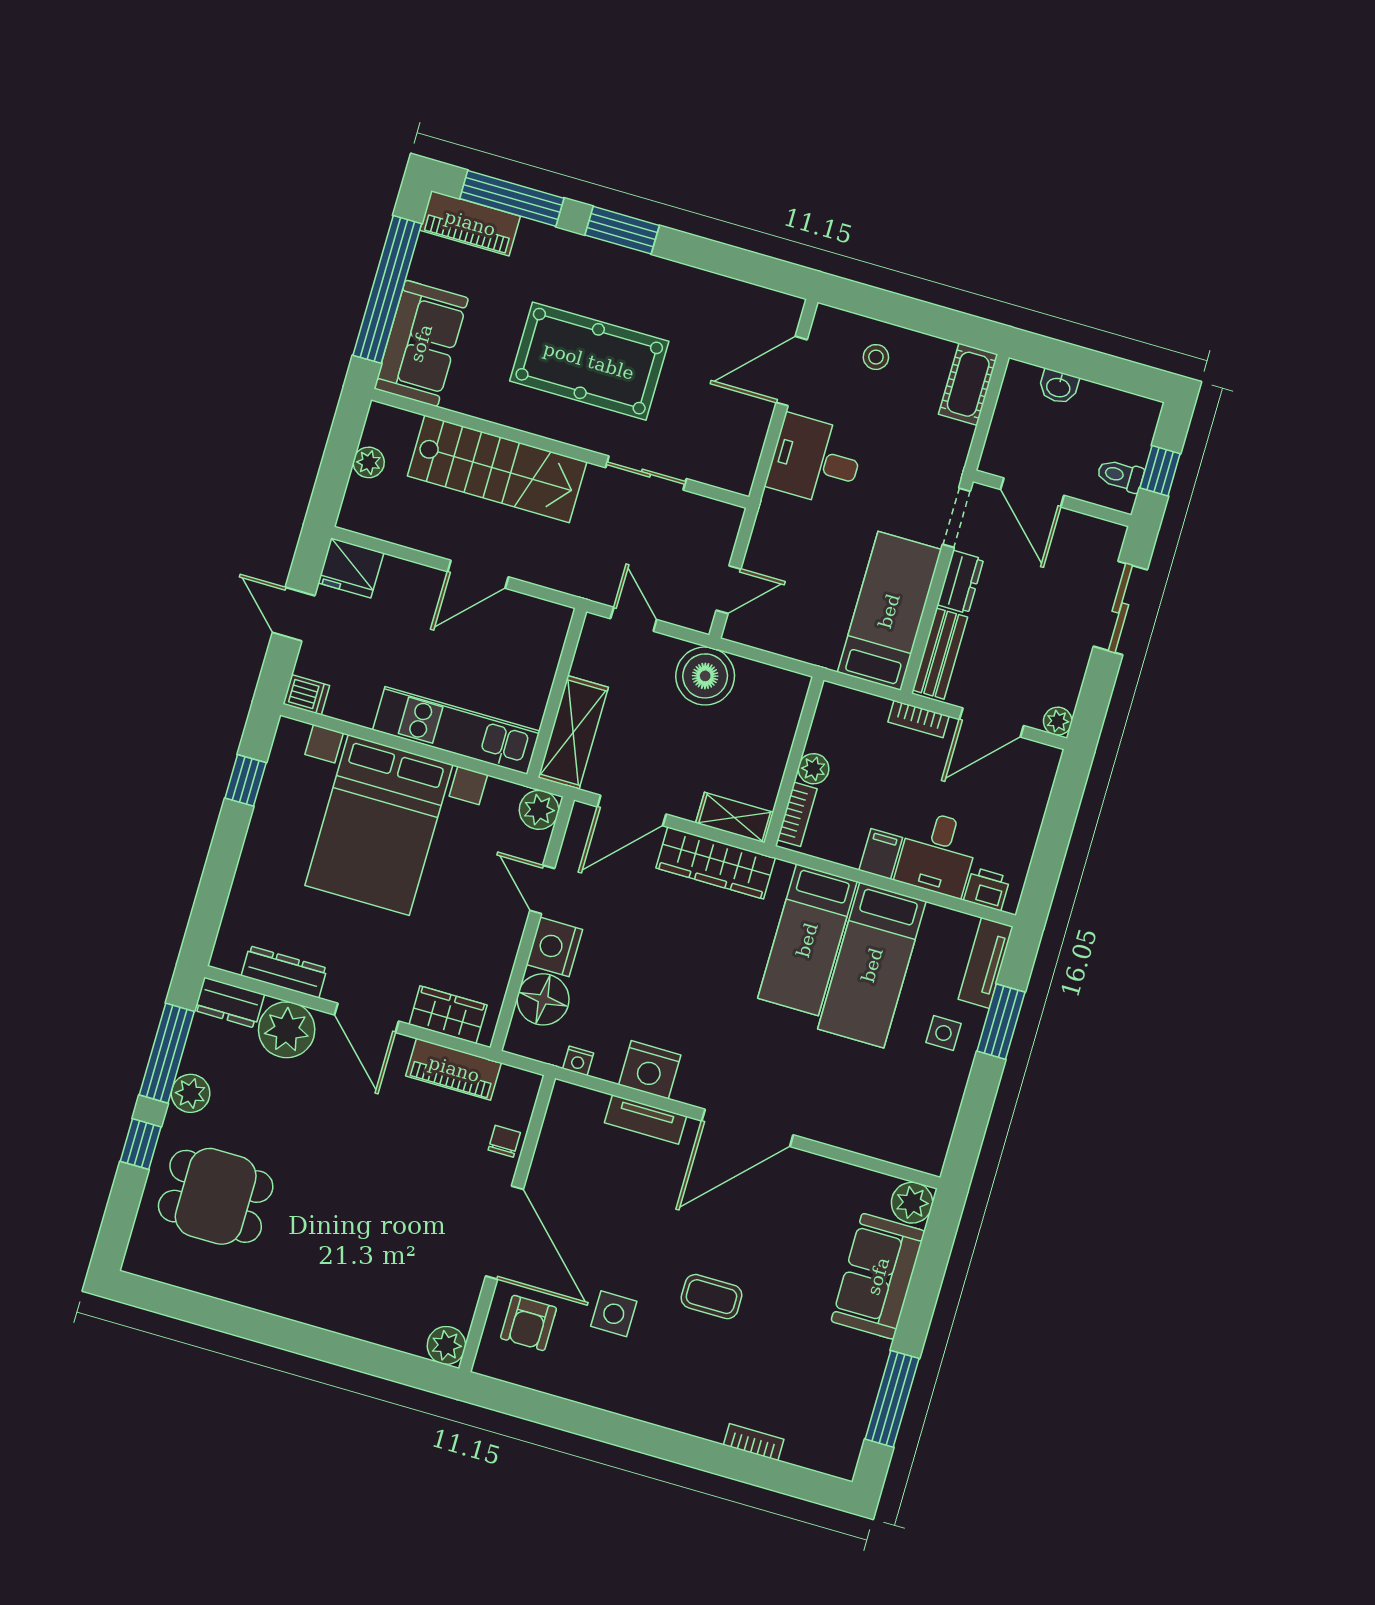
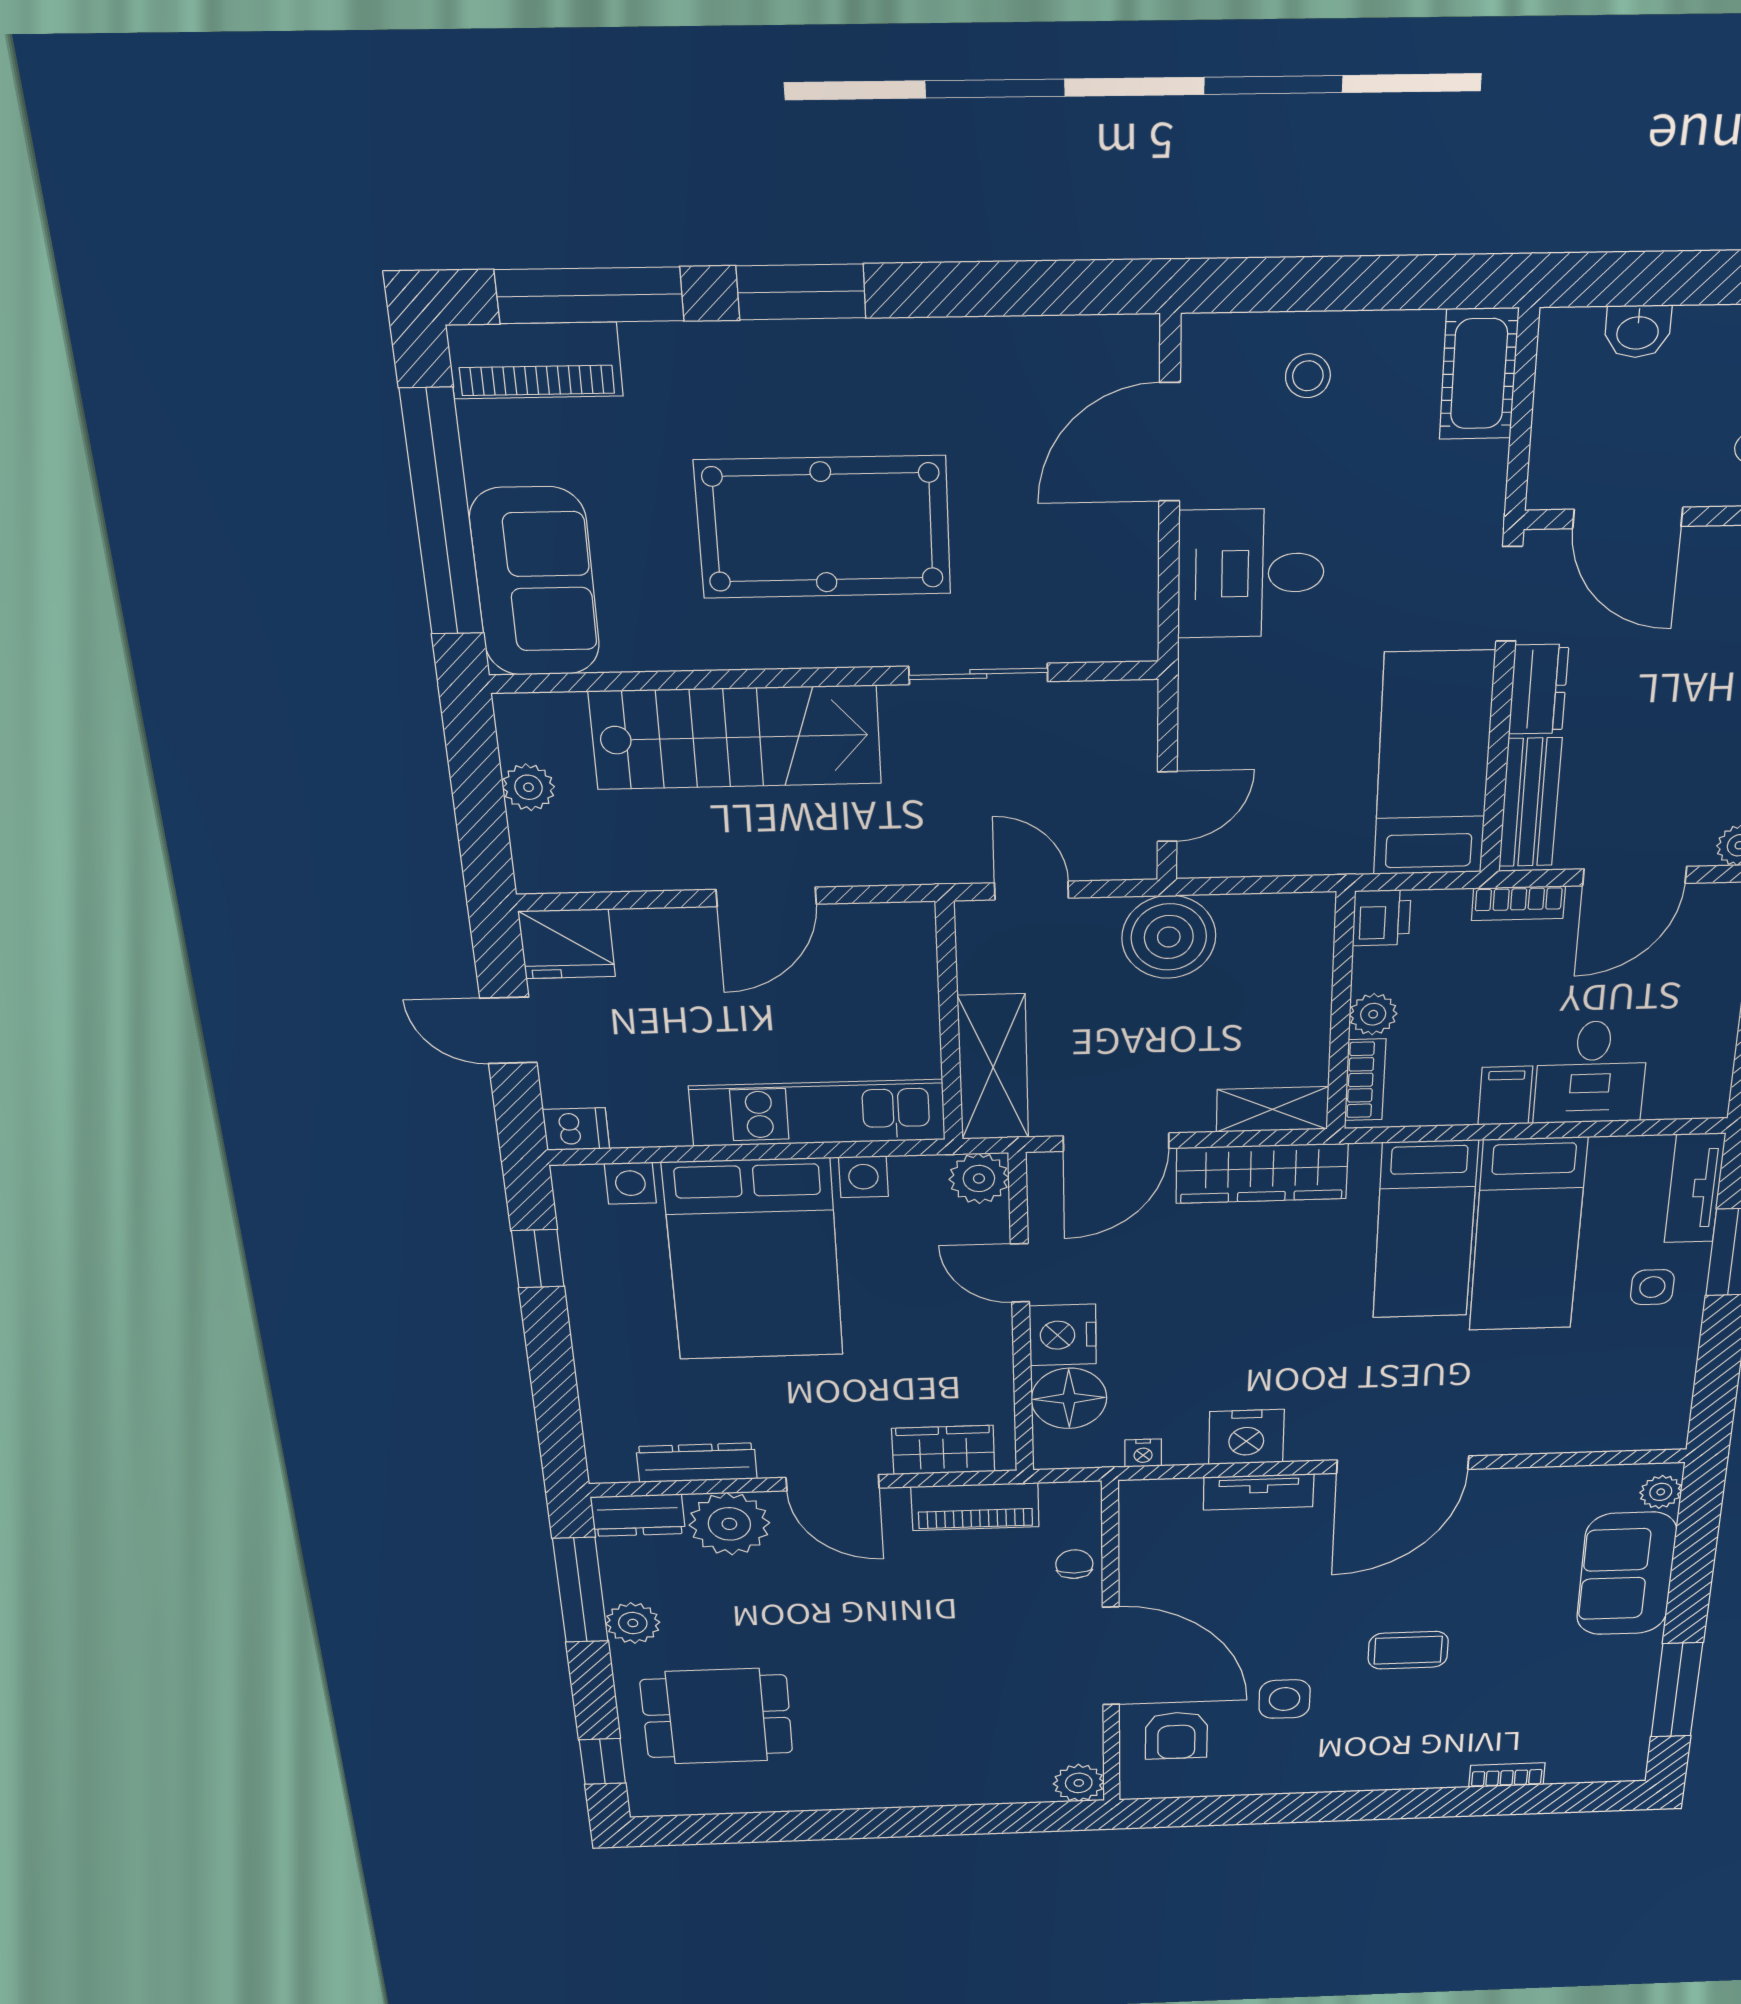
printer: (987, 889) -> (1382, 918), moved, turned 90
window: (141, 1144) -> (602, 1761), moved
plant: (912, 1203) -> (1661, 1492), width x0.73, depth x0.73

